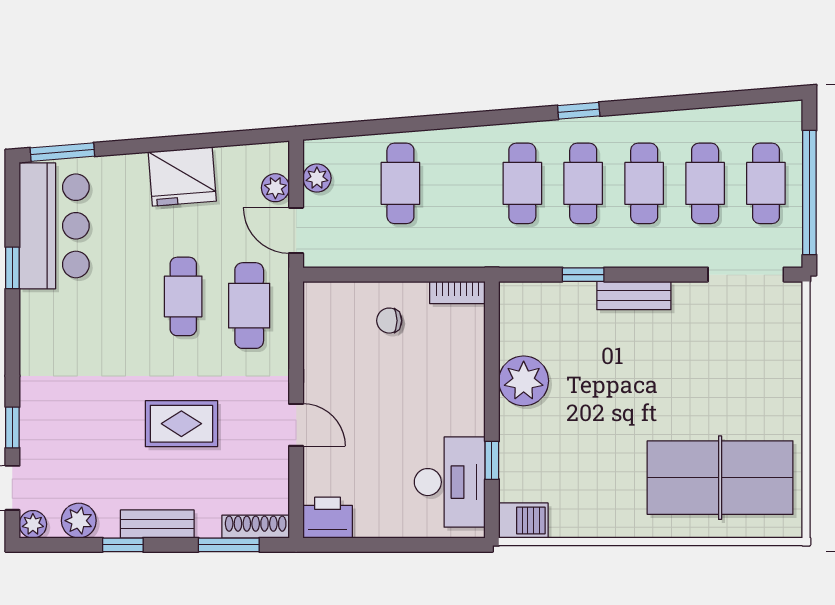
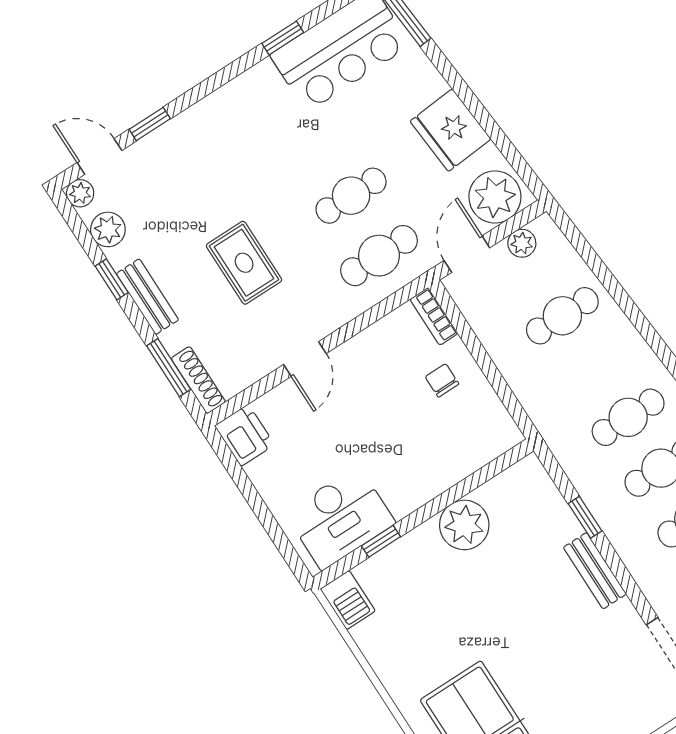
plant: (275, 188) -> (495, 197), width x1.88, depth x1.88
bookcase: (457, 292) -> (434, 316), moved

